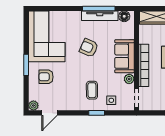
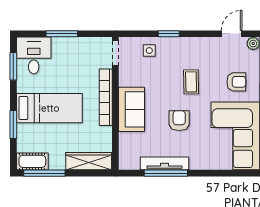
floor lamp: (124, 16) -> (132, 163), removed
armchair: (89, 48) -> (179, 121), turned -114
plant: (129, 79) -> (125, 79), removed
coffee table: (92, 90) -> (191, 82), moved

